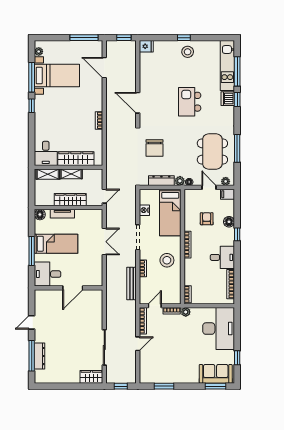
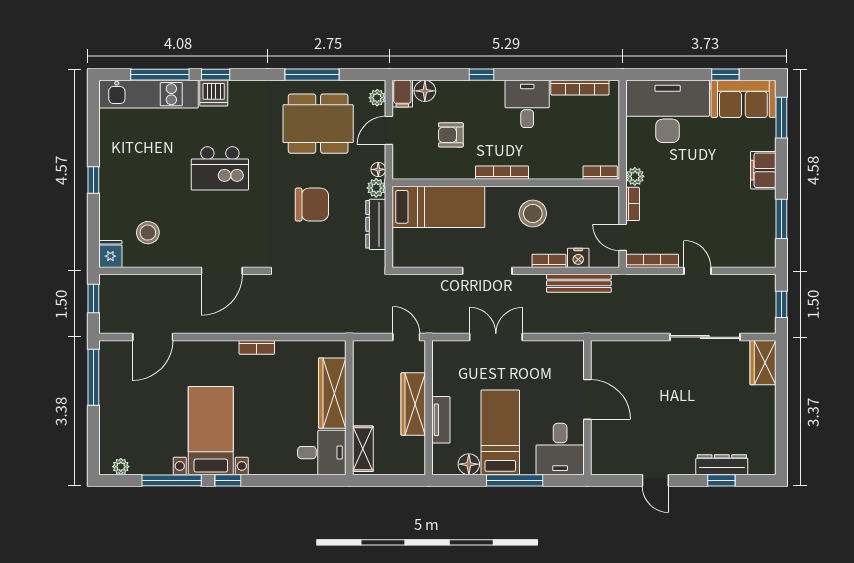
stool: (188, 52) -> (148, 233), moved
bed with nightstands: (57, 76) -> (211, 431), moved
chair: (154, 148) -> (312, 205), moved
shelving: (71, 174) -> (362, 403), removed
nightstand: (144, 210) -> (578, 258), moved
floor lamp: (40, 214) -> (469, 464), moved
floor lamp: (229, 222) -> (425, 91), moved
window: (32, 356) -> (721, 480), width x0.46
sofa: (216, 374) -> (743, 99), moved, turned -90
filing cabinet: (189, 377) -> (763, 170), added

